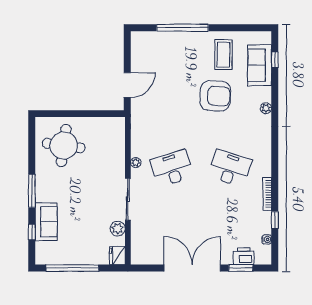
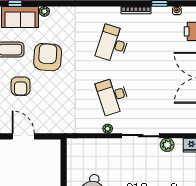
armchair: (183, 66) -> (21, 86), added
door: (127, 85) -> (23, 136), moved
plant: (266, 108) -> (44, 11), moved

